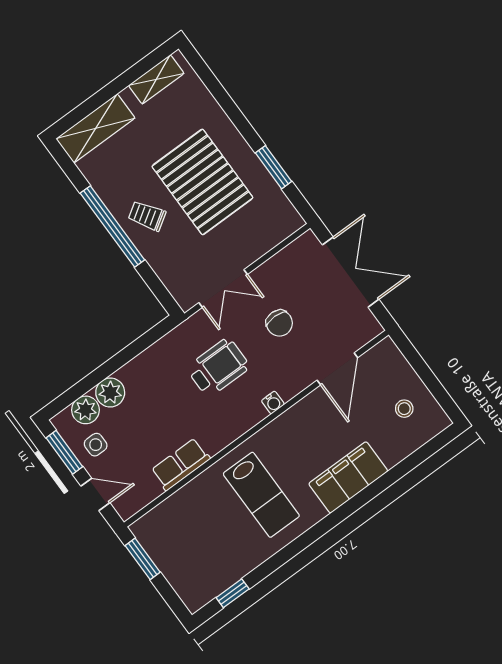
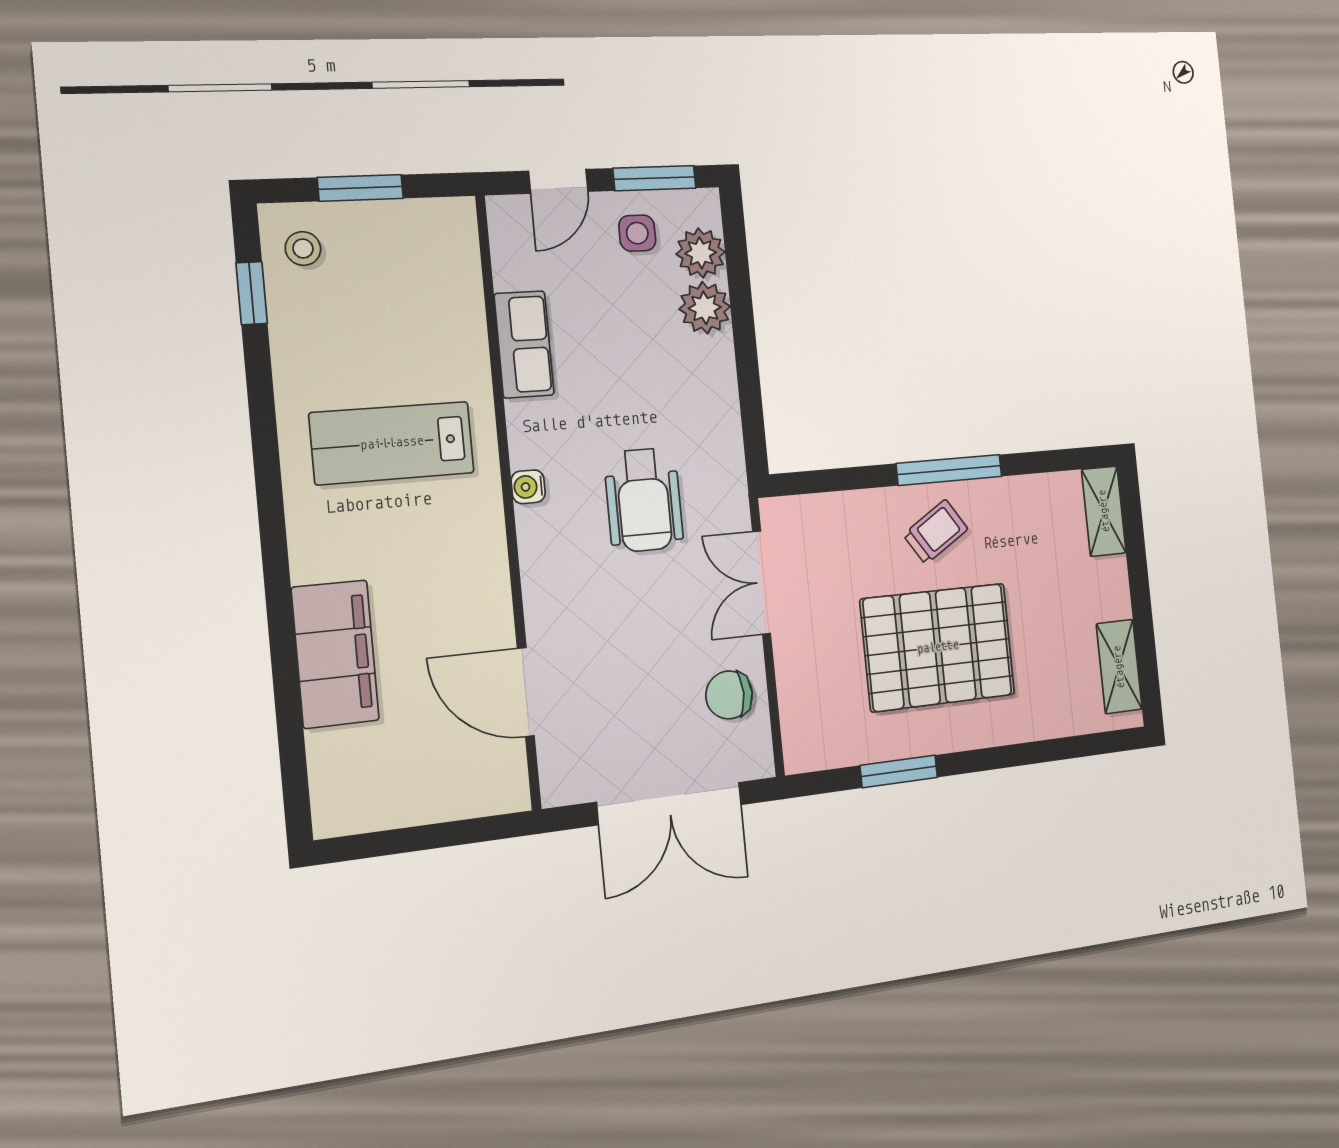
shelving: (96, 128) -> (1104, 511), width x0.67, depth x0.75
window: (112, 226) -> (949, 470), width x0.68
chair: (279, 323) -> (729, 695), moved
water cooler: (273, 403) -> (528, 487), moved
stool: (404, 409) -> (303, 248), moved
filing cabinet: (348, 477) -> (335, 654), moved
window: (143, 559) -> (360, 188), moved

